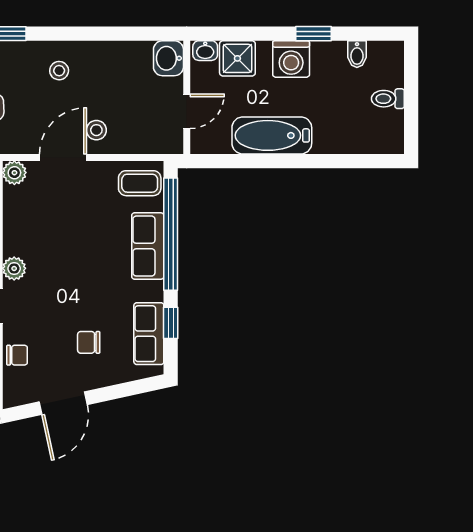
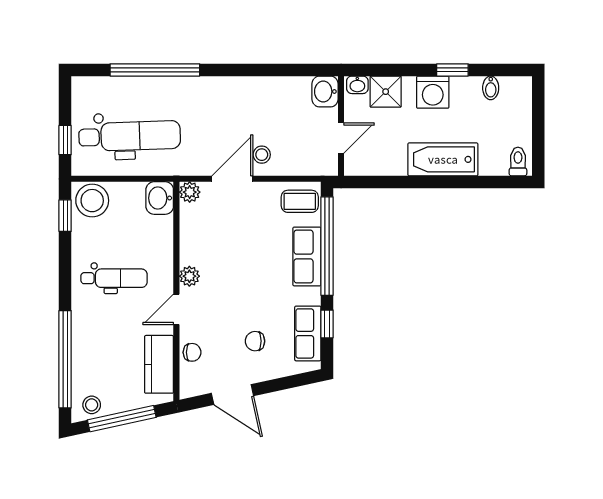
stool: (59, 71) -> (229, 102), removed
toilet: (388, 99) -> (518, 161), moved, turned 90
bathtub: (272, 135) -> (443, 159), moved
door: (63, 403) -> (232, 395), hinge flipped

